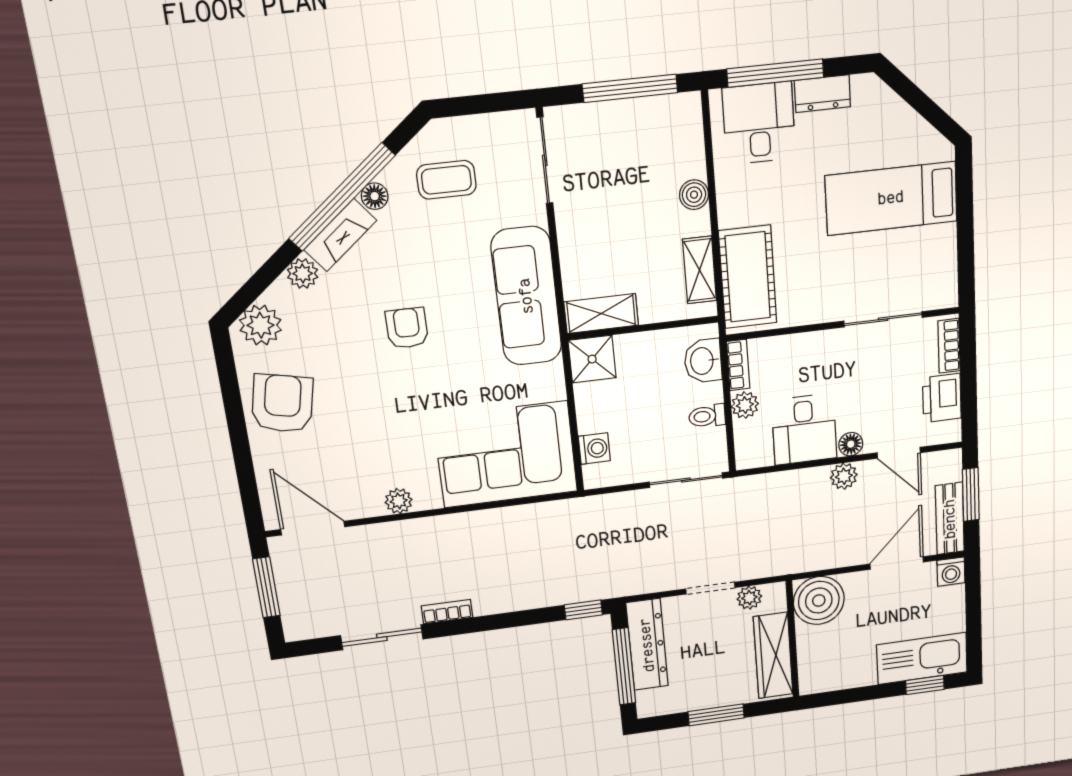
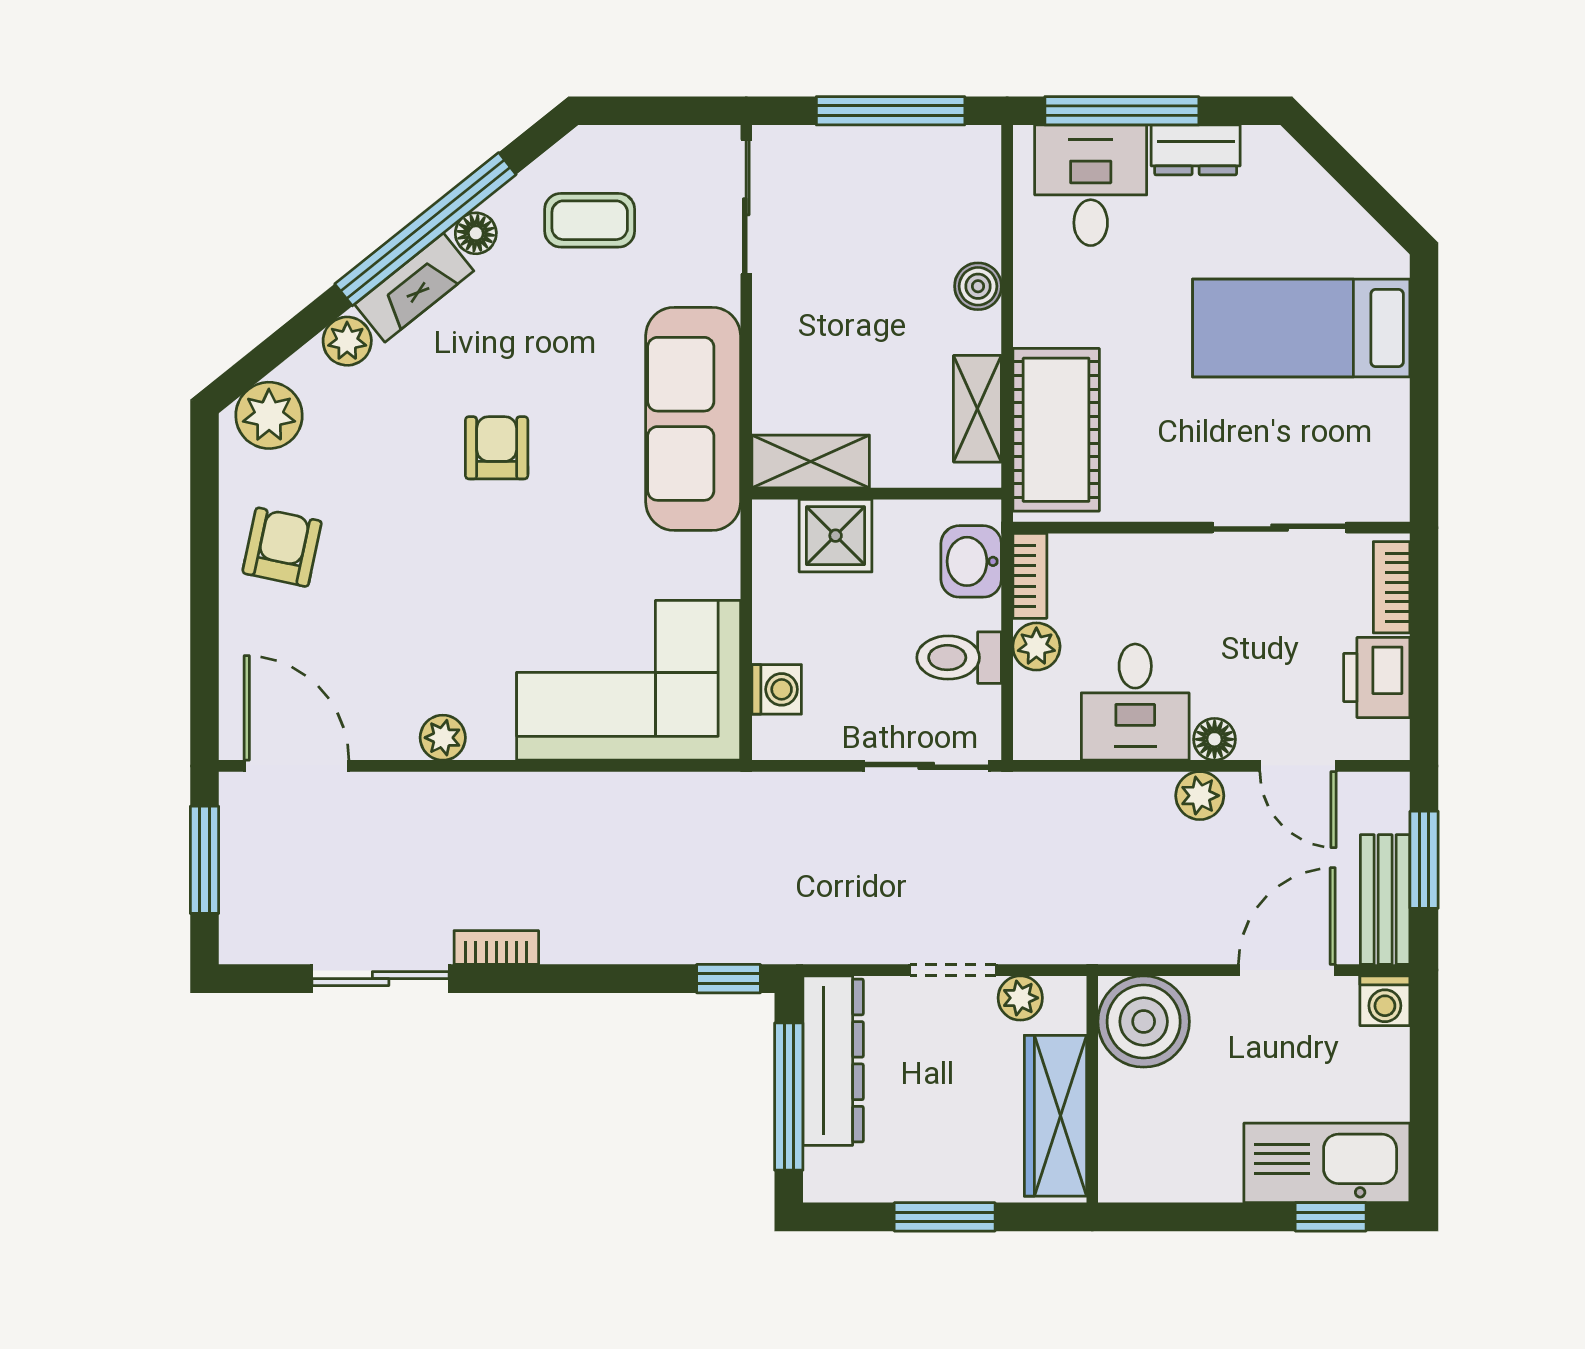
shower: (592, 359) -> (836, 536), moved
armchair: (282, 403) -> (282, 547), width x0.72, depth x0.72
toilet: (707, 416) -> (959, 658), width x1.37, depth x1.39

